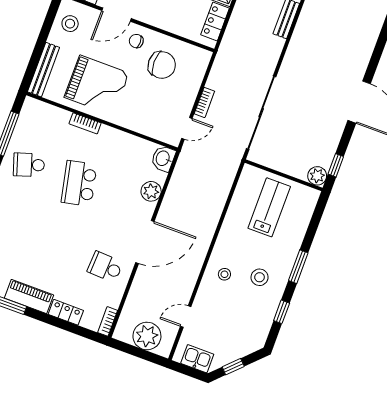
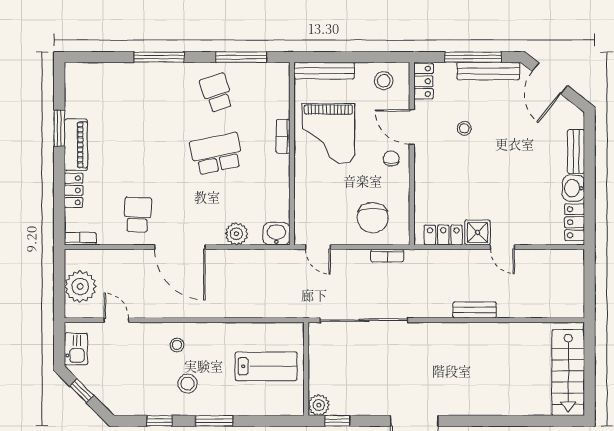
chair: (162, 65) -> (373, 218), moved
bookcase: (204, 102) -> (387, 256), moved

